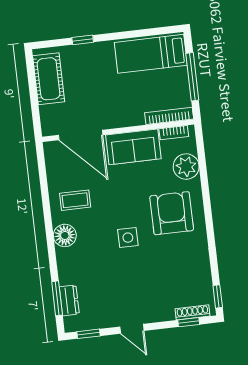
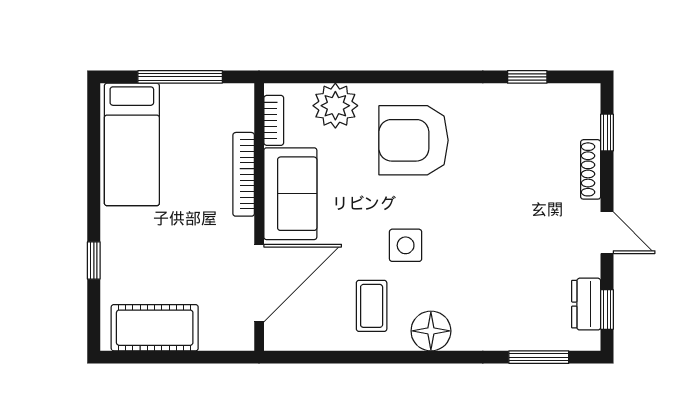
bookcase: (169, 116) -> (244, 174), moved
side table: (128, 238) -> (406, 245), moved
window: (218, 296) -> (527, 77), moved
dresser: (69, 300) -> (586, 304), moved, turned -90
shoe rack: (193, 312) -> (591, 169), moved
door: (132, 329) -> (607, 233), hinge flipped

